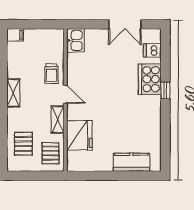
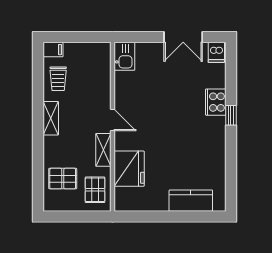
dishwasher: (152, 50) -> (216, 52), moved, turned -90
trolley: (51, 74) -> (58, 79), moved
cooker: (150, 79) -> (216, 102), width x0.73, depth x0.76
pallet: (23, 144) -> (63, 179), turned 90

